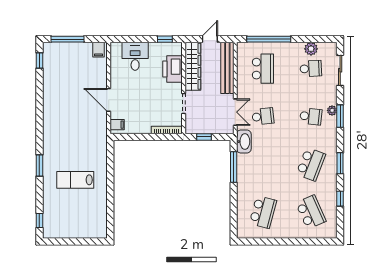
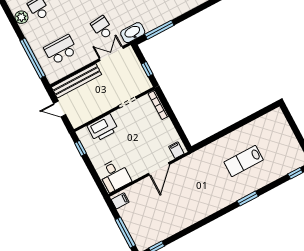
desk: (135, 56) -> (114, 175), moved, turned -90
wardrobe: (193, 66) -> (91, 111), removed
lab bench: (75, 180) -> (244, 161), turned 90

